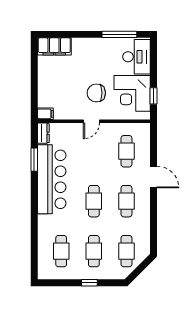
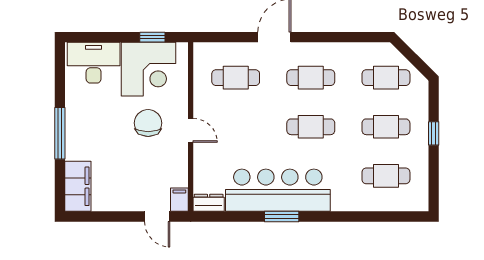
window: (119, 34) -> (60, 133), moved
chair: (96, 93) -> (148, 123), turned 180
door: (34, 99) -> (157, 216), added
window: (34, 160) -> (282, 216), moved

